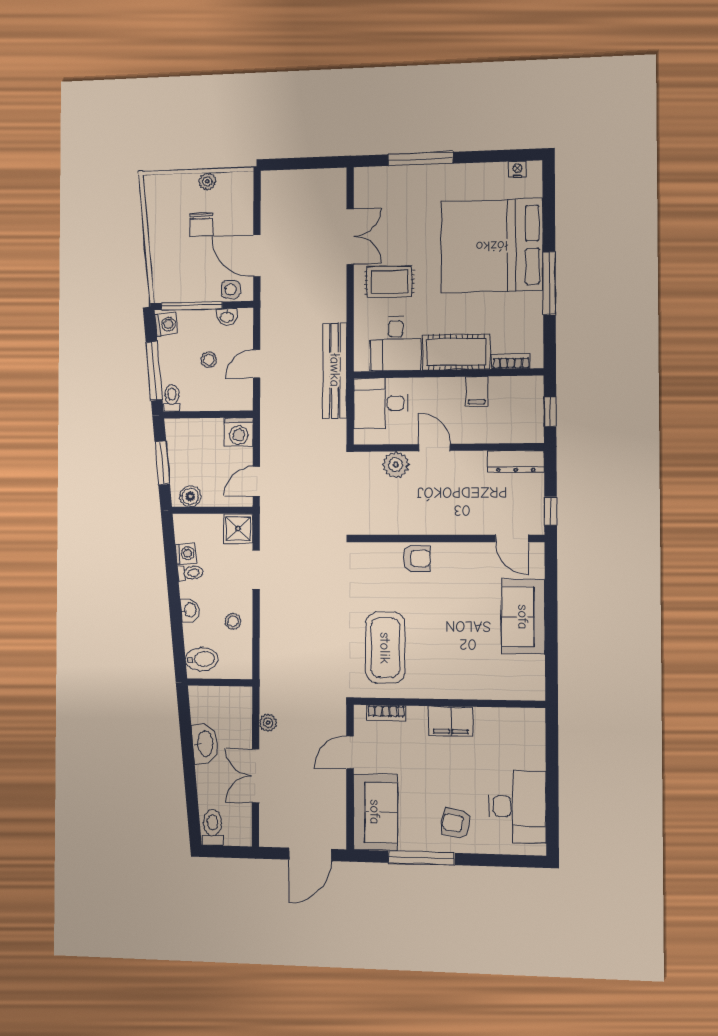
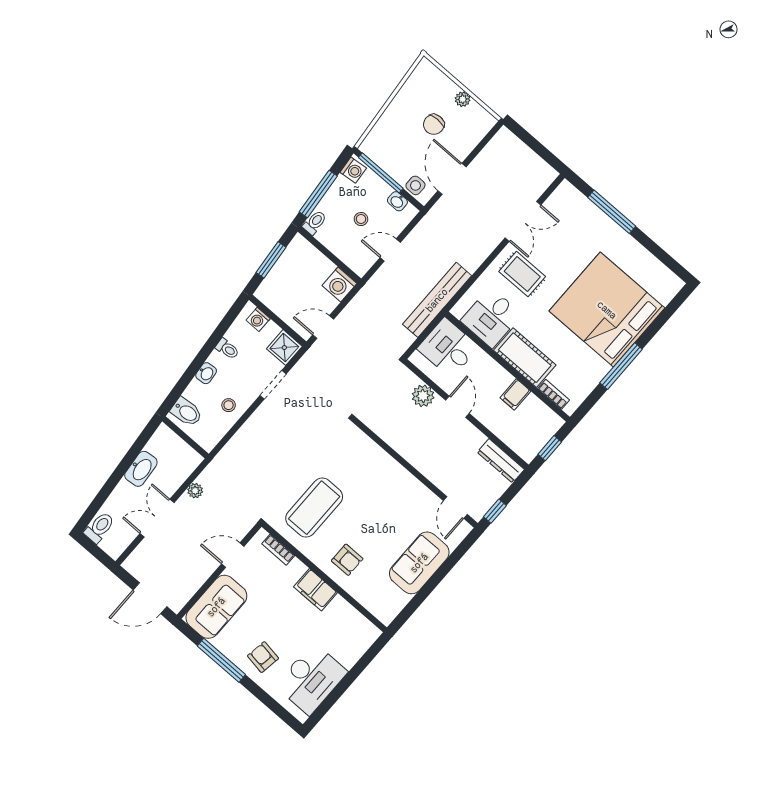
nightstand: (517, 169) -> (666, 275), removed
boiler: (190, 496) -> (271, 299), removed
washing machine: (186, 553) -> (258, 319), moved, turned 95
armchair: (416, 558) -> (347, 560), moved

